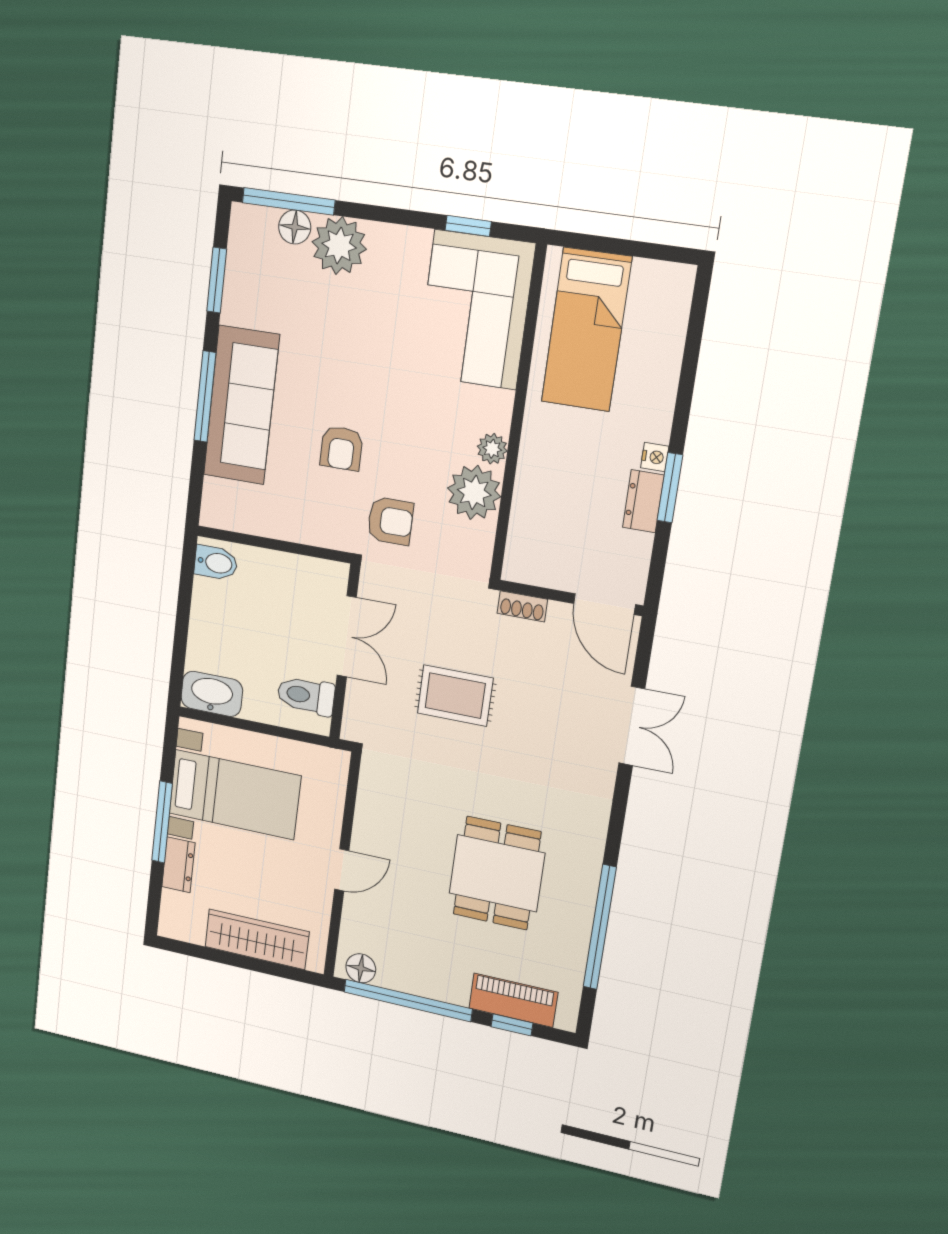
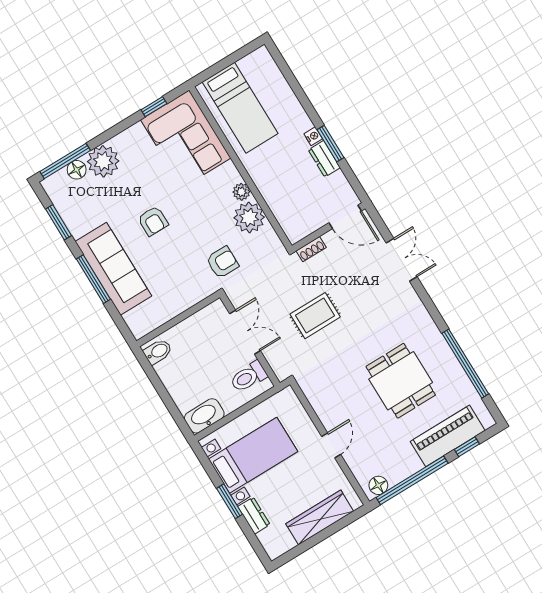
armchair: (341, 448) -> (153, 221), moved
window: (162, 822) -> (230, 501), width x0.69
piano: (513, 1000) -> (448, 436), width x1.37, depth x1.33

